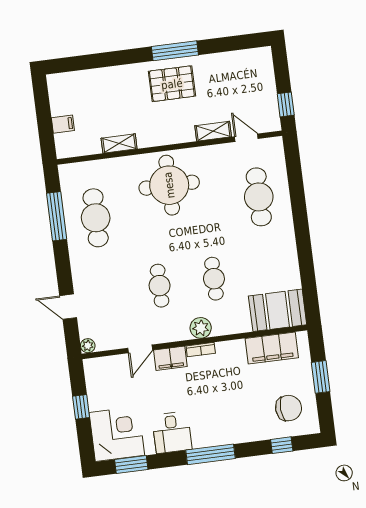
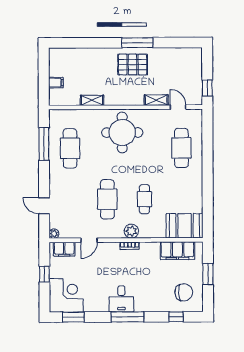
cafe table: (160, 286) -> (107, 199), width x1.37, depth x1.35
filing cabinet: (170, 358) -> (64, 249), moved
desk: (172, 432) -> (121, 299), moved

